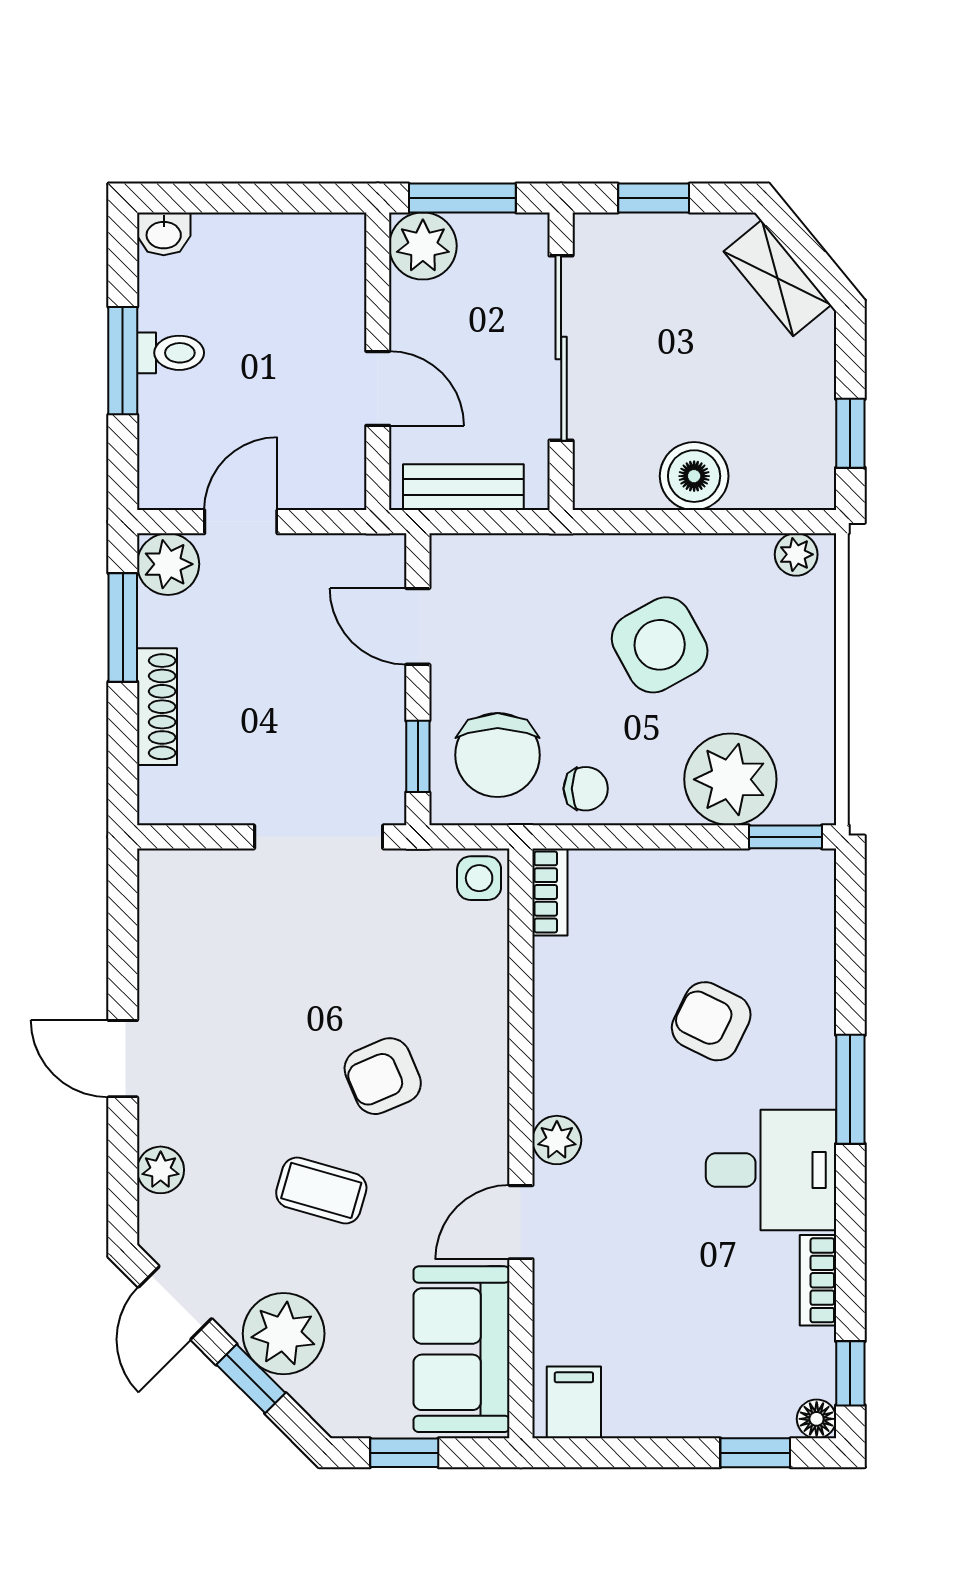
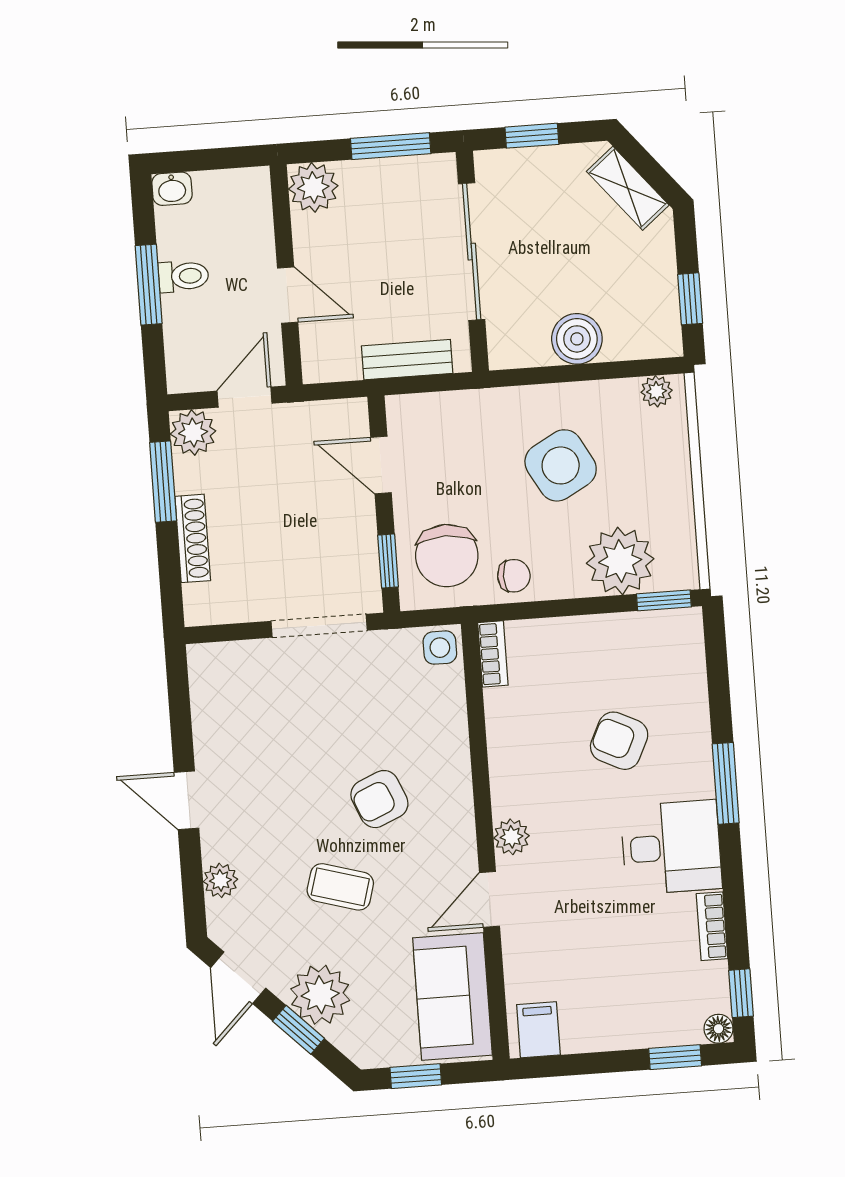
plant: (423, 246) -> (313, 187), moved
wall: (378, 361) -> (286, 275), moved
door: (378, 388) -> (288, 295), moved

